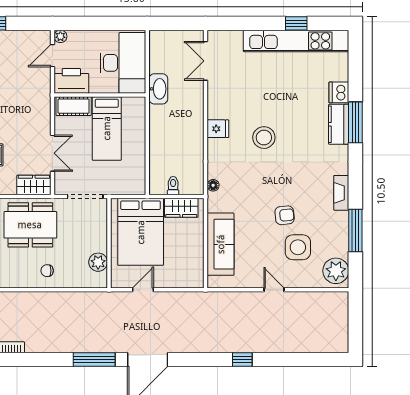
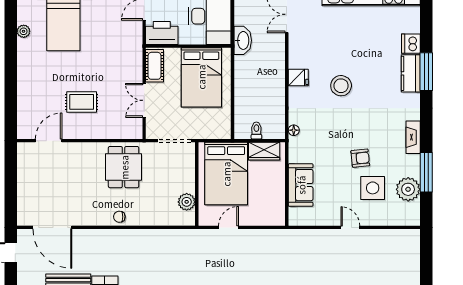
cot: (74, 106) -> (155, 66), moved, turned 90
bed: (107, 128) -> (201, 77), width x1.50
double door: (52, 153) -> (144, 100), swing flipped
wardrobe: (34, 185) -> (127, 130), removed
dining table: (30, 225) -> (124, 167), width x0.73
sofa: (221, 244) -> (301, 185), width x0.73
chair: (47, 271) -> (119, 217), moved
plant: (336, 271) -> (408, 189), moved

